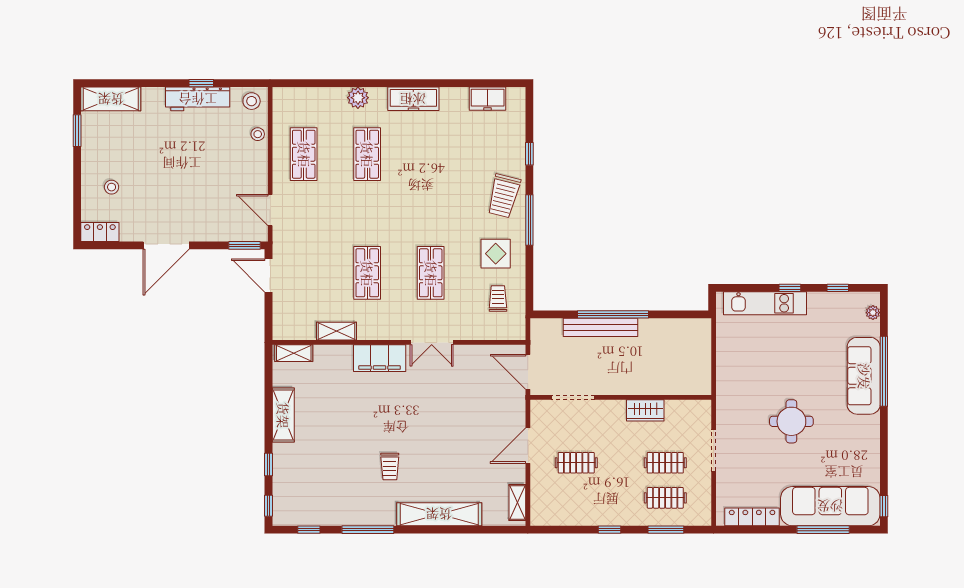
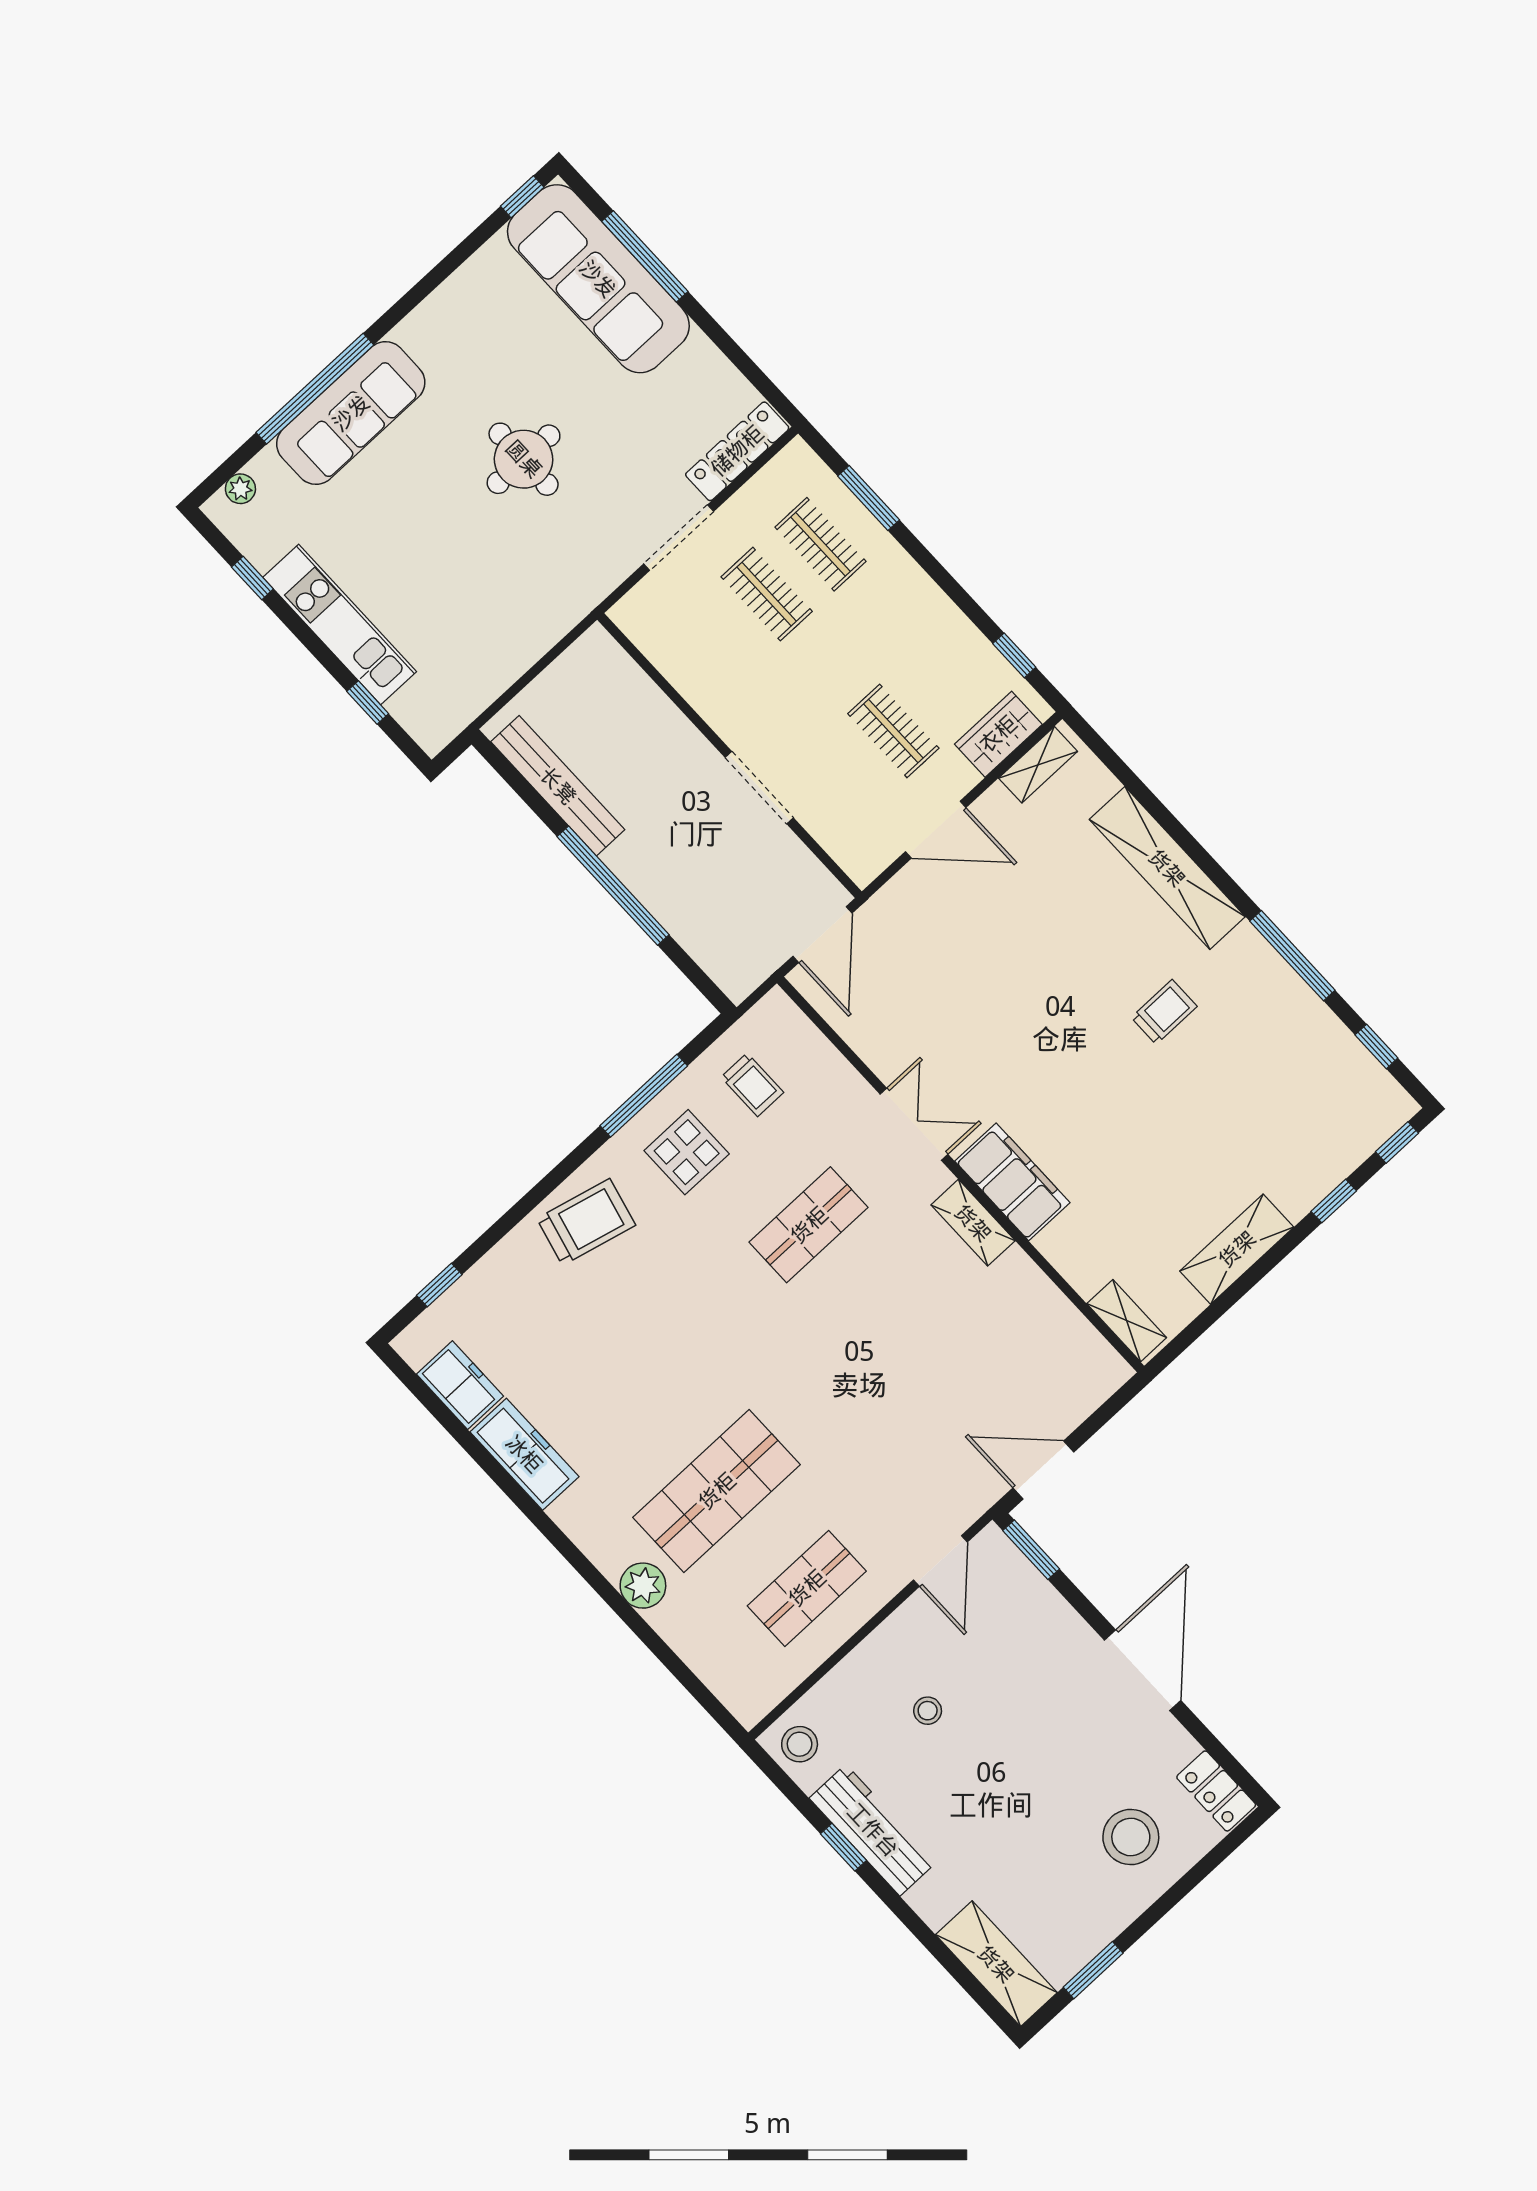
freezer: (413, 99) -> (524, 1454), moved
stool: (258, 134) -> (928, 1711), moved
shop shelf: (367, 154) -> (717, 1491), width x1.43, depth x1.36
window: (529, 154) -> (439, 1285), moved
stool: (112, 187) -> (1131, 1837), width x1.89, depth x1.89
window: (529, 220) -> (644, 1096), moved
door: (166, 245) -> (1143, 1670), hinge flipped
shop shelf: (367, 273) -> (899, 1322), removed
door: (269, 276) -> (1043, 1470), swing flipped
window: (790, 288) -> (368, 702), moved
trolley: (498, 299) -> (752, 1085), turned -90
kitchen unit: (765, 303) -> (340, 624), moved
bench: (601, 327) -> (558, 786), moved
shelving: (337, 331) -> (973, 1223), moved
doorway: (573, 397) -> (759, 788), moved
wardrobe: (645, 410) -> (998, 734), moved, turned -90
locker: (752, 517) -> (737, 451), moved, turned 90
window: (609, 530) -> (1014, 655), moved

